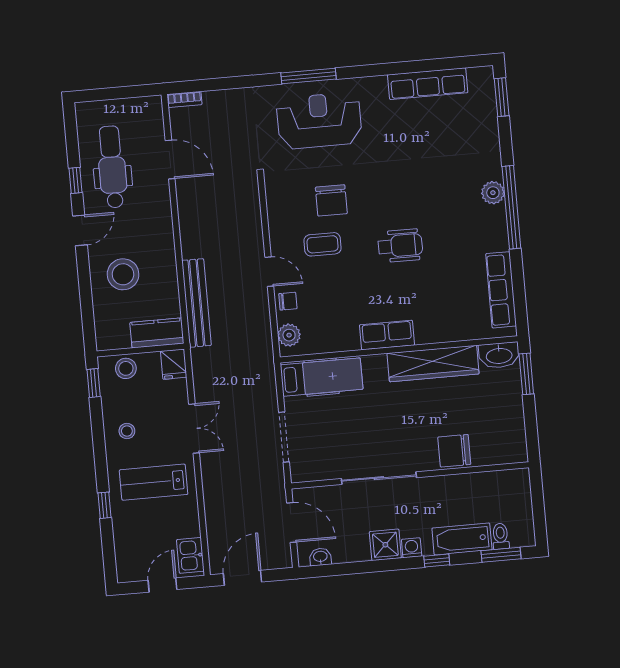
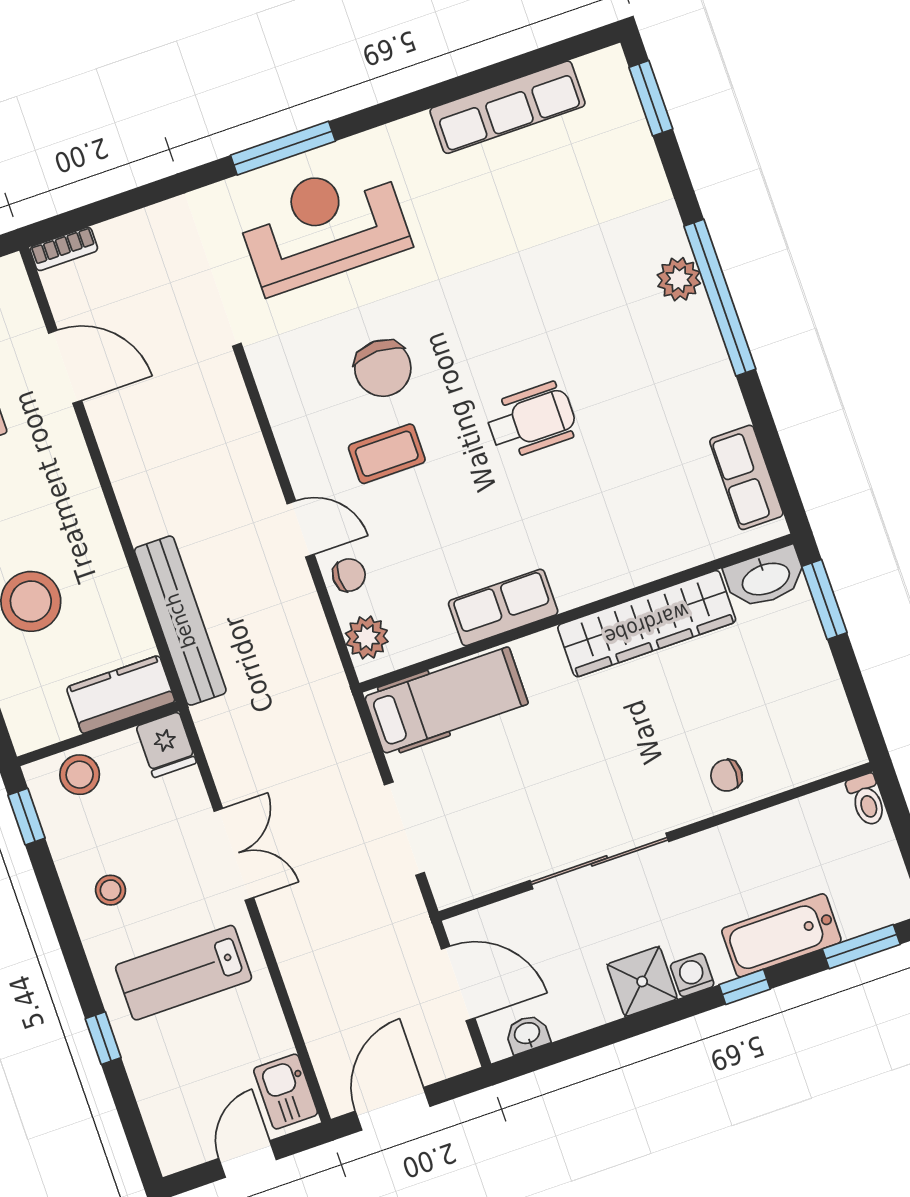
row of seats: (501, 290) -> (746, 477), width x0.68
row of seats: (387, 335) -> (503, 608), moved
chair: (454, 451) -> (726, 775), width x0.54, depth x0.54
toilet: (501, 536) -> (867, 800), moved, turned 180

